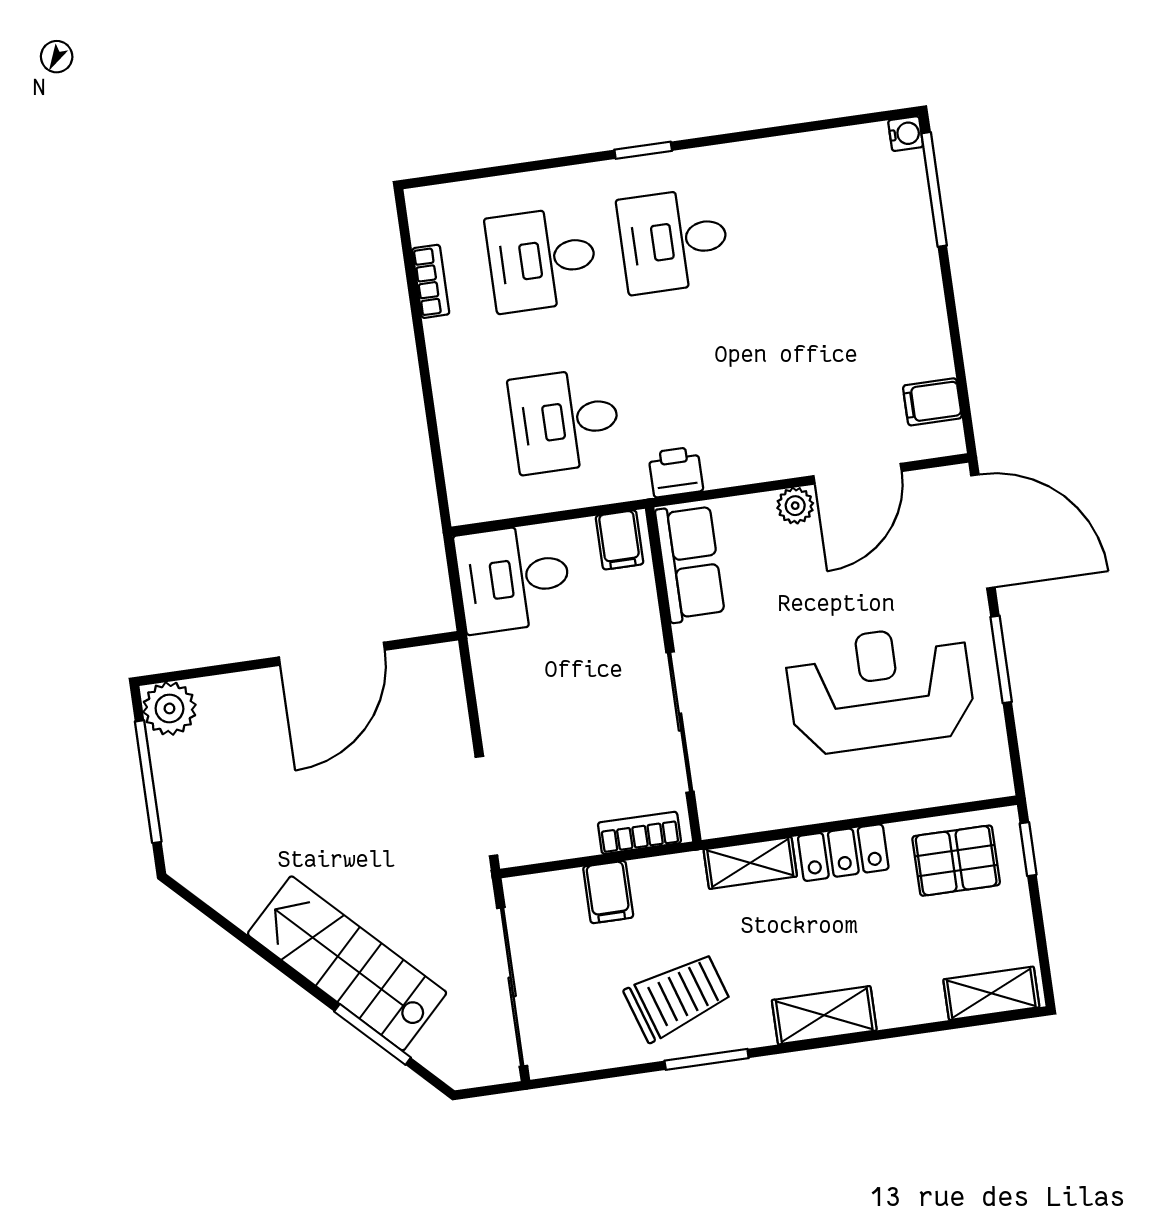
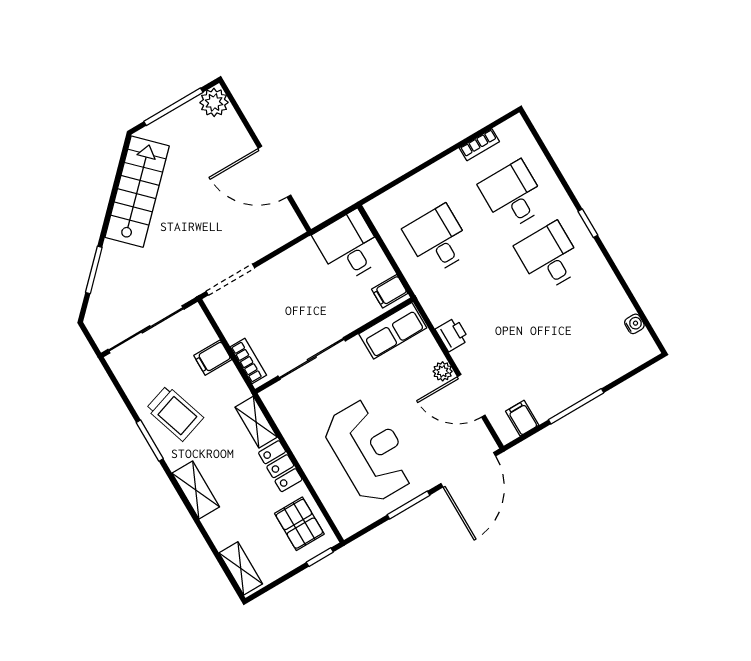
water cooler: (906, 134) -> (634, 324), moved, turned -90
window: (934, 189) -> (576, 406), moved
printer: (676, 472) -> (452, 335), moved
stairs: (347, 963) -> (137, 192), moved

